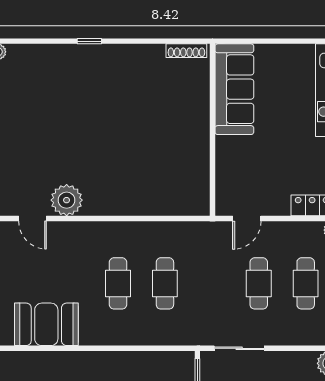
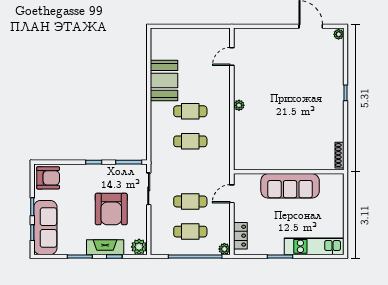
sofa: (234, 89) -> (290, 186), moved
plant: (67, 200) -> (239, 105), moved, width x0.53, depth x0.53
door: (247, 219) -> (232, 194), hinge flipped
booth: (46, 324) -> (164, 80), moved

